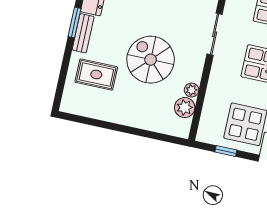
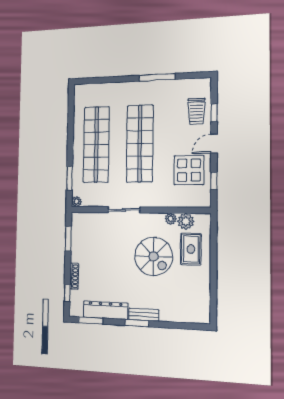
spiral stairs: (151, 60) -> (153, 256), turned -90
rug: (96, 75) -> (191, 249), moved

